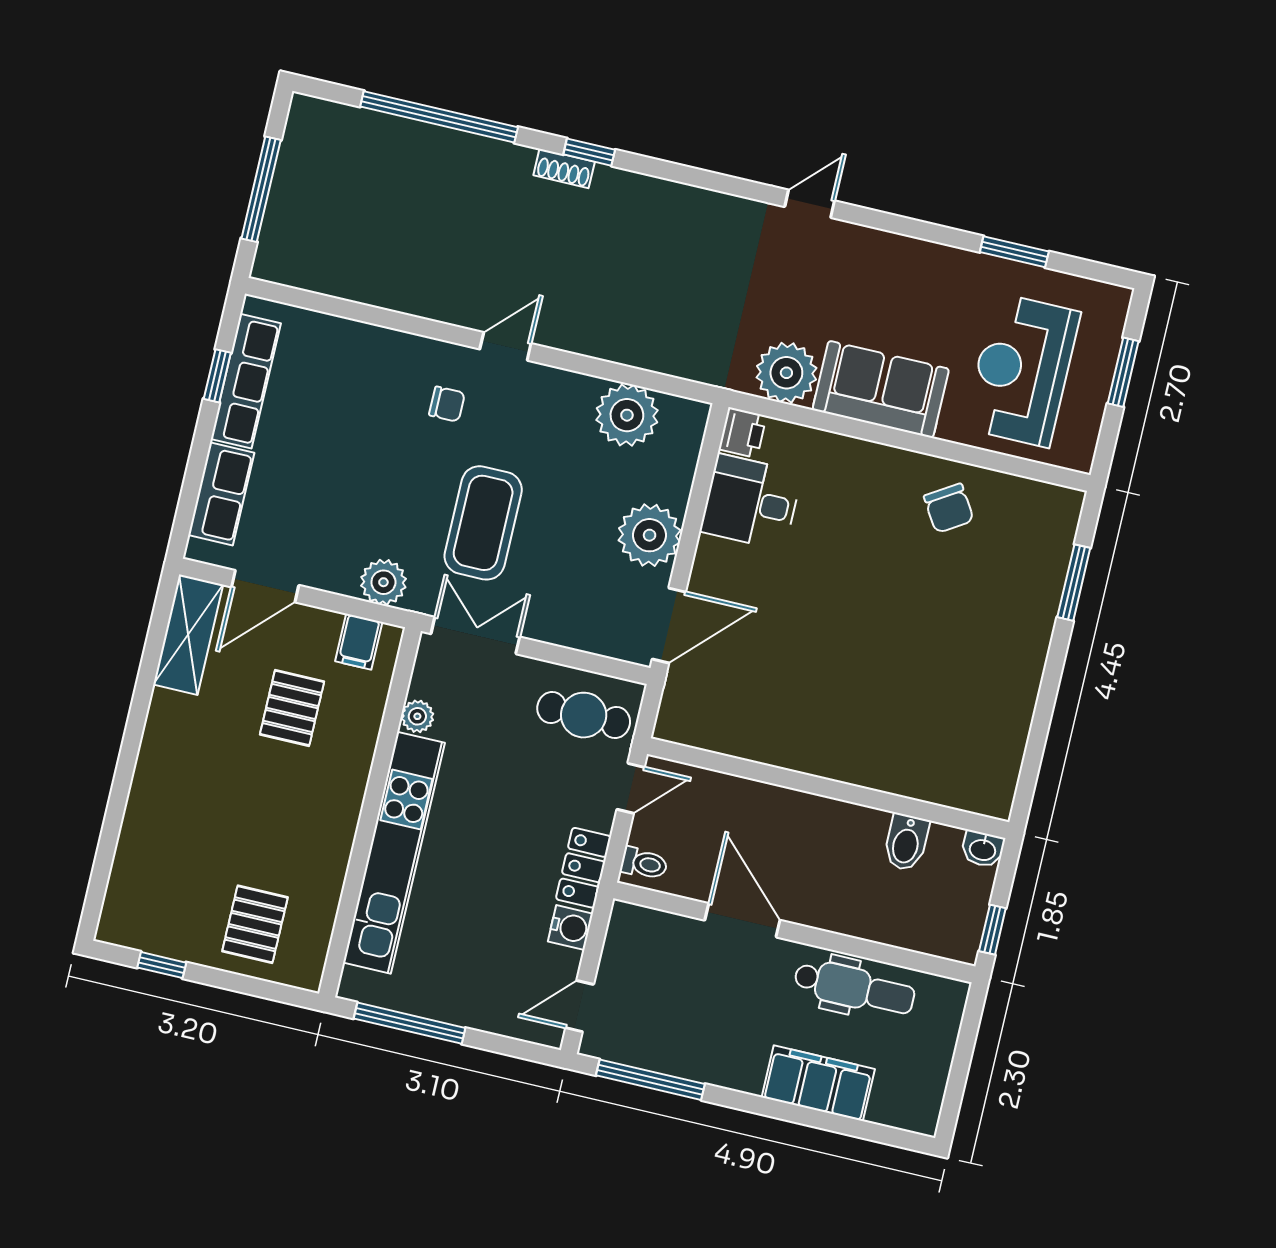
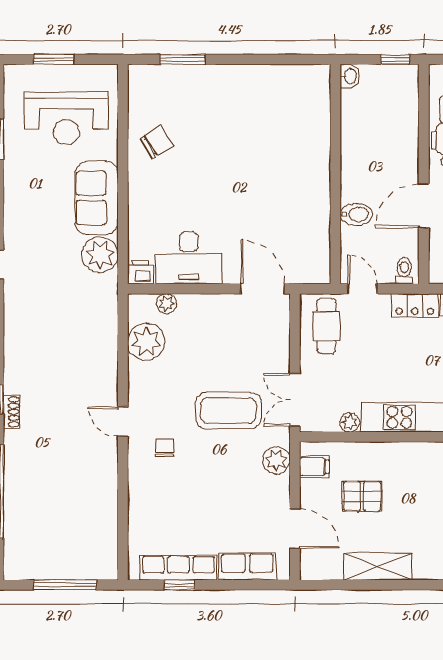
desk: (751, 502) -> (189, 258), width x1.37
plant: (650, 535) -> (166, 304), moved, width x0.53, depth x0.53
shelving: (188, 635) -> (378, 567), moved
bidet: (906, 842) -> (356, 214), moved

